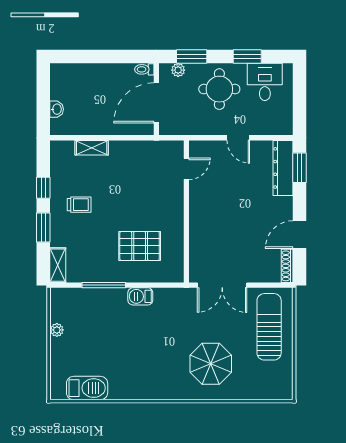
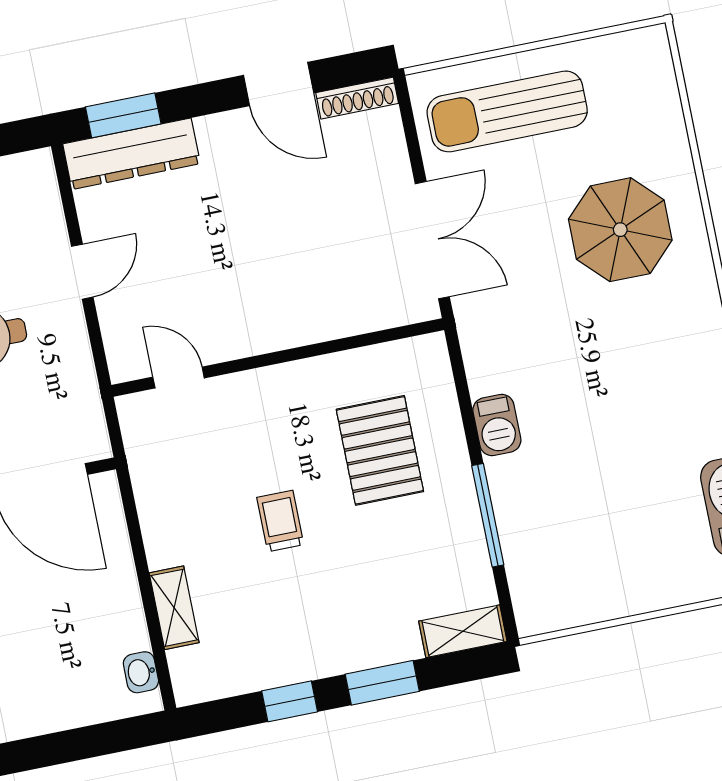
washbasin: (57, 109) -> (141, 672), moved, turned -90
trolley: (79, 205) -> (280, 521), moved
plant: (57, 330) -> (614, 603), removed

